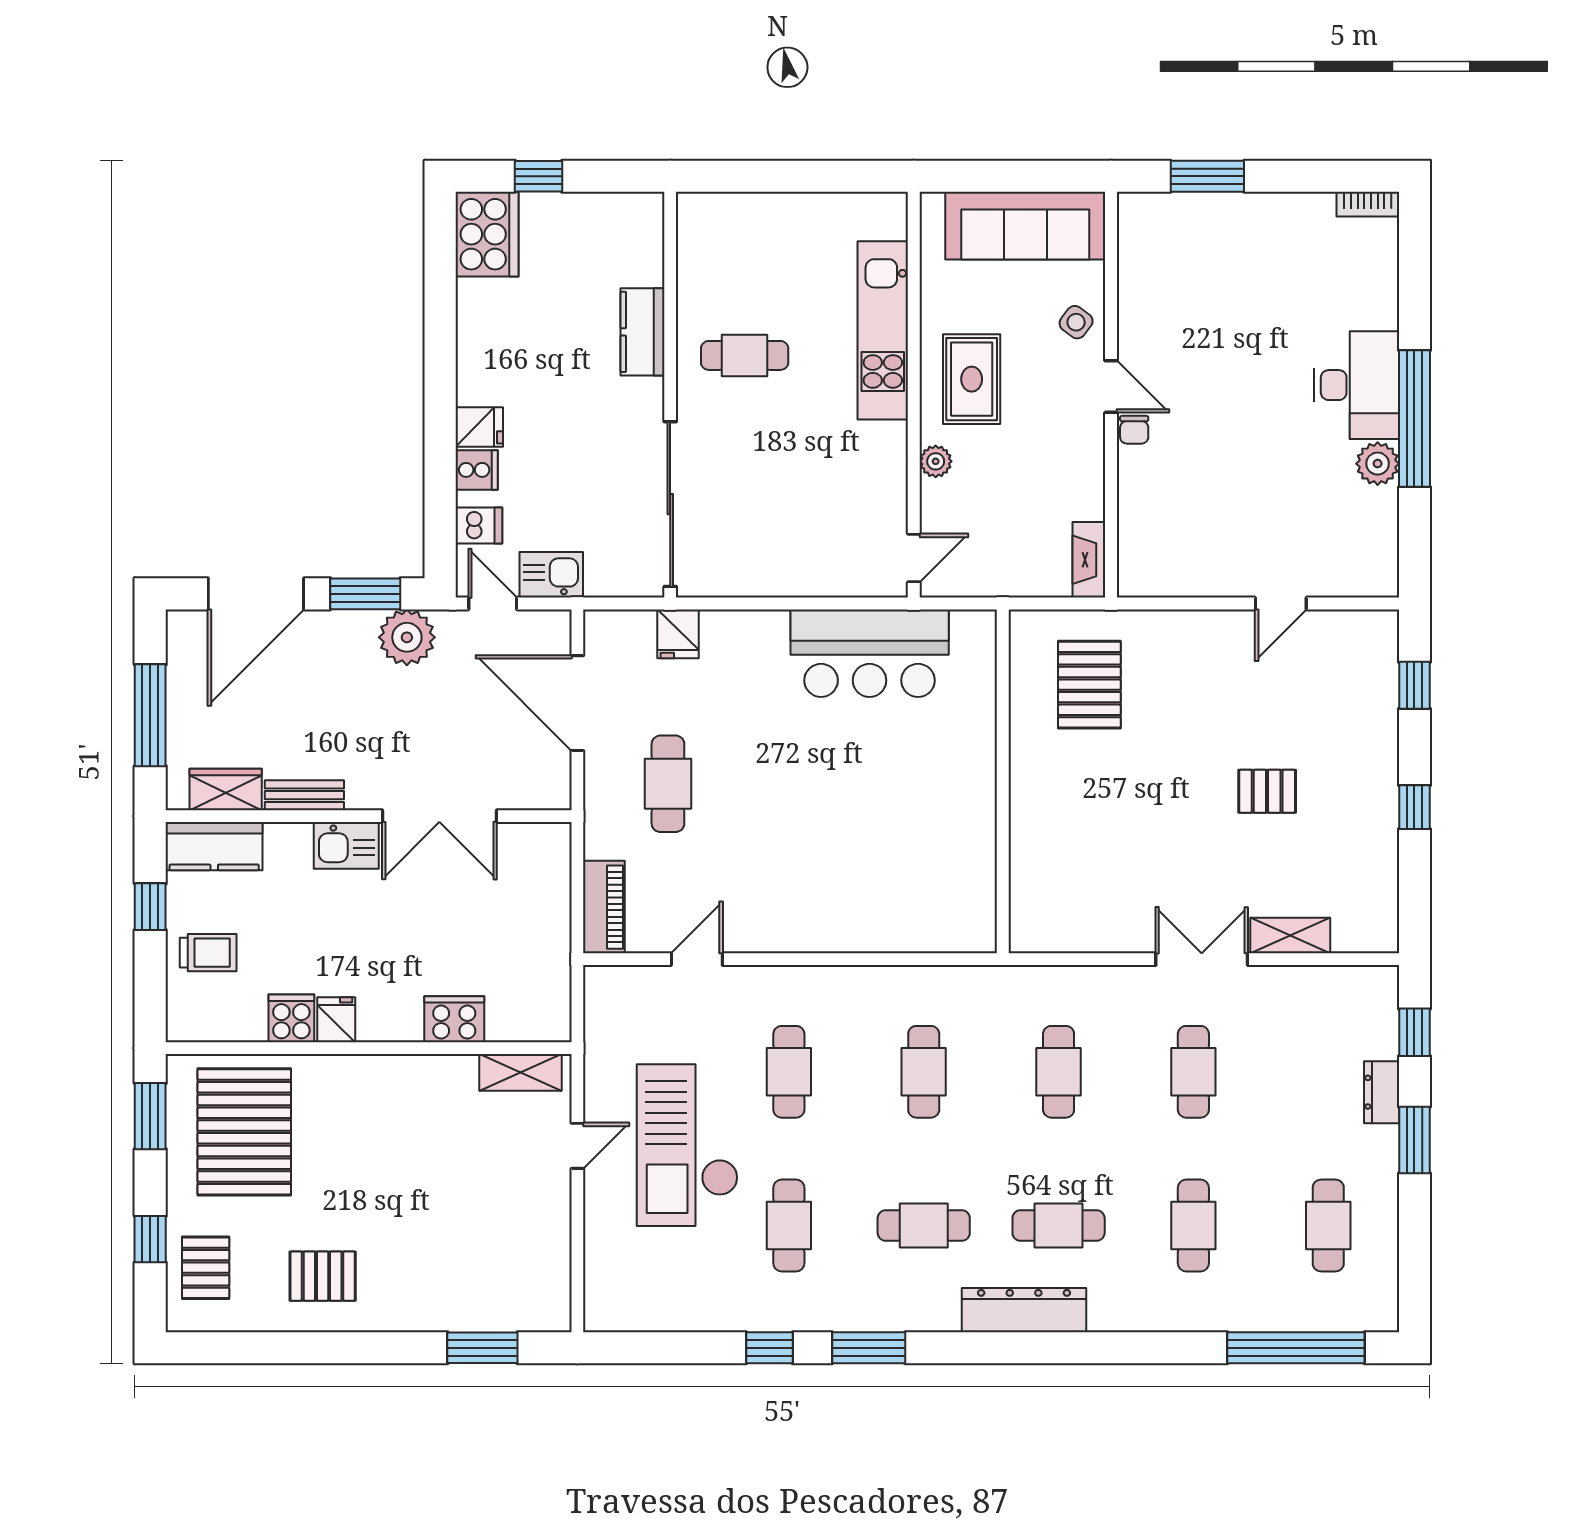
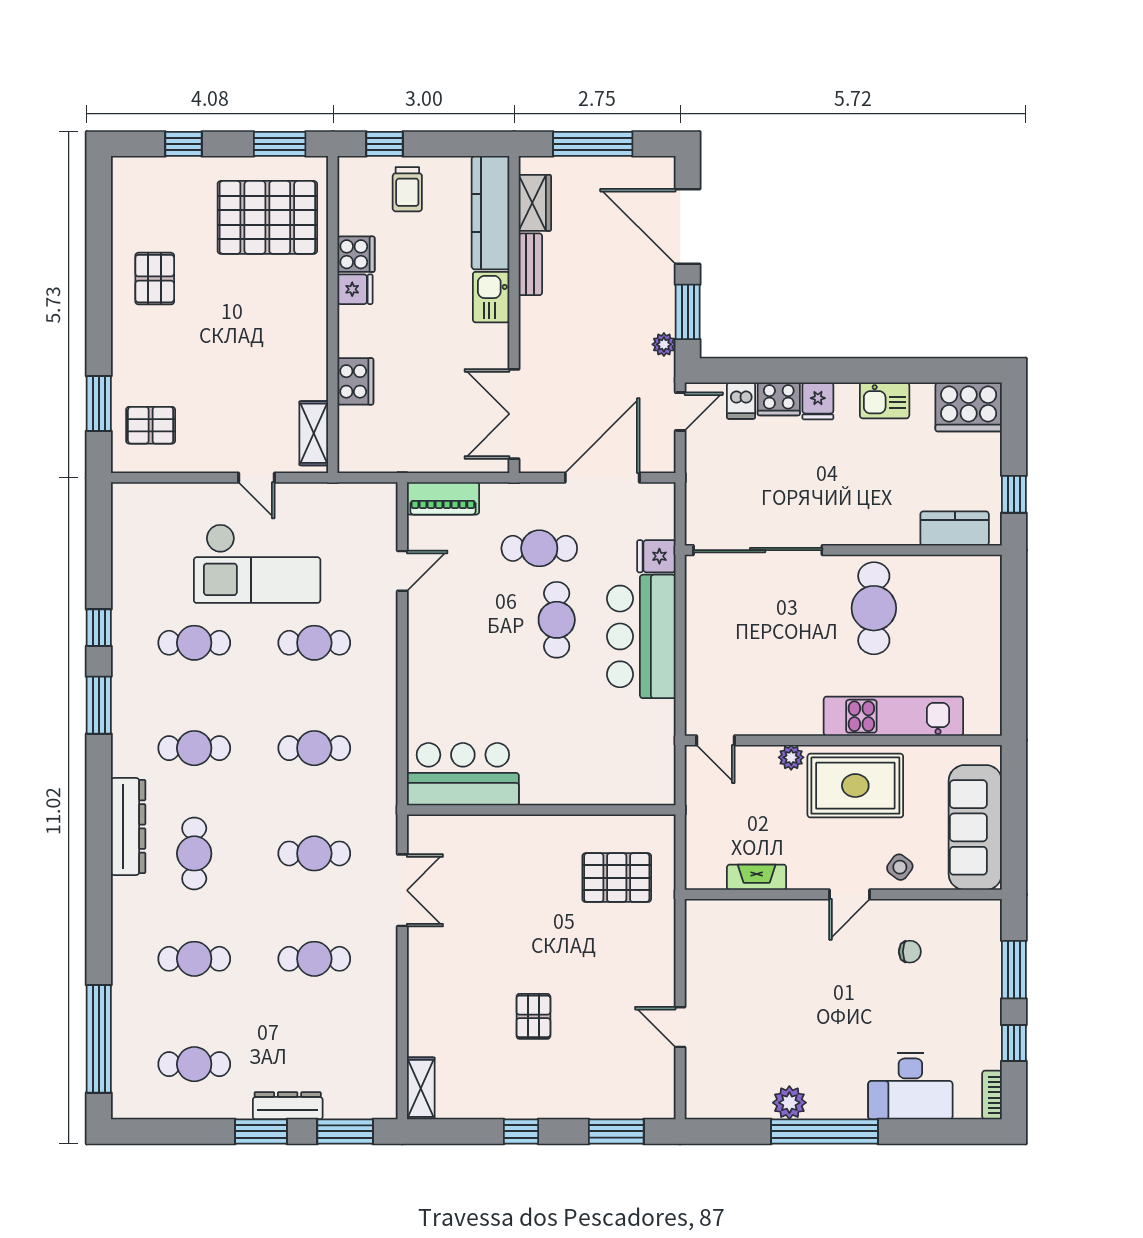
window: (538, 176) -> (1014, 494), moved
window: (1301, 176) -> (1014, 1043), added
kitchen counter: (643, 332) -> (955, 528), moved
cafe table: (745, 355) -> (874, 608), width x1.37, depth x1.35
rug: (972, 379) -> (855, 786), width x1.36, depth x1.43
desk: (1357, 385) -> (910, 1086), moved
chair: (1134, 430) -> (910, 952), moved, turned 180
cooker: (477, 470) -> (779, 399), width x1.36
fireplace: (1089, 560) -> (757, 877), moved
kitchen sink: (551, 575) -> (885, 400), moved, turned 90
plant: (407, 637) -> (664, 344), width x0.53, depth x0.53
bar counter: (870, 653) -> (641, 636), moved
window: (1414, 685) -> (616, 1131), width x1.50
cafe table: (759, 762) -> (557, 620), added
double door: (439, 816) -> (514, 414), moved
kitchen counter: (214, 846) -> (491, 213), width x1.50
bar counter: (957, 882) -> (463, 774), added
window: (150, 907) -> (385, 144), moved
shelving: (1290, 935) -> (421, 1088), moved
door: (697, 959) -> (402, 571), hinge flipped
double door: (1202, 959) -> (402, 890), moved
window: (1414, 1032) -> (345, 1131), width x1.50
dresser: (1382, 1092) -> (288, 1106), width x1.44
checkout: (687, 1145) -> (257, 564), turned 180
cafe table: (924, 1226) -> (194, 748), turned 90
pallet: (206, 1268) -> (151, 425), moved

